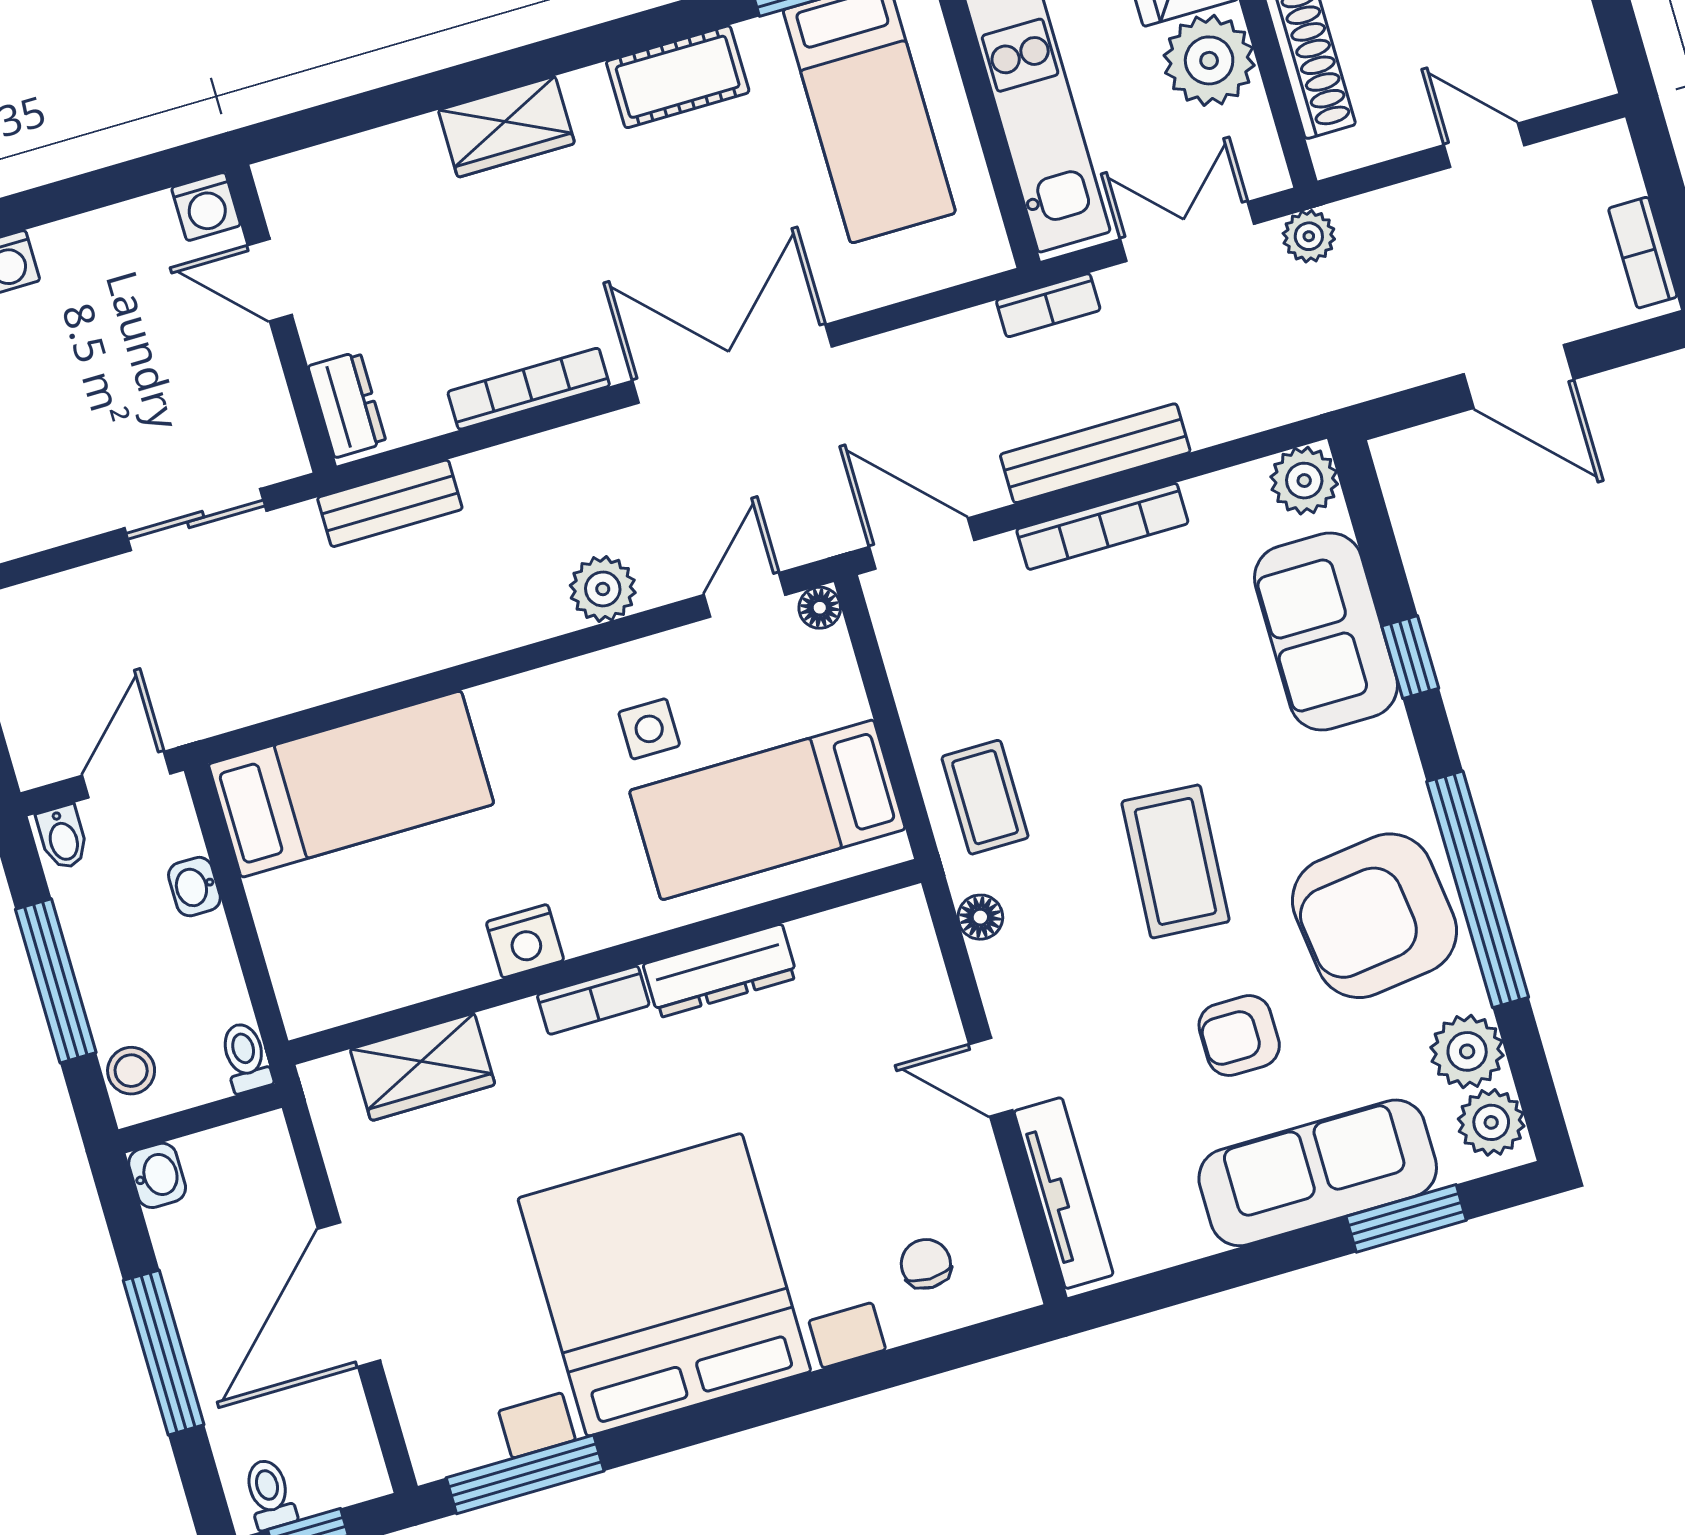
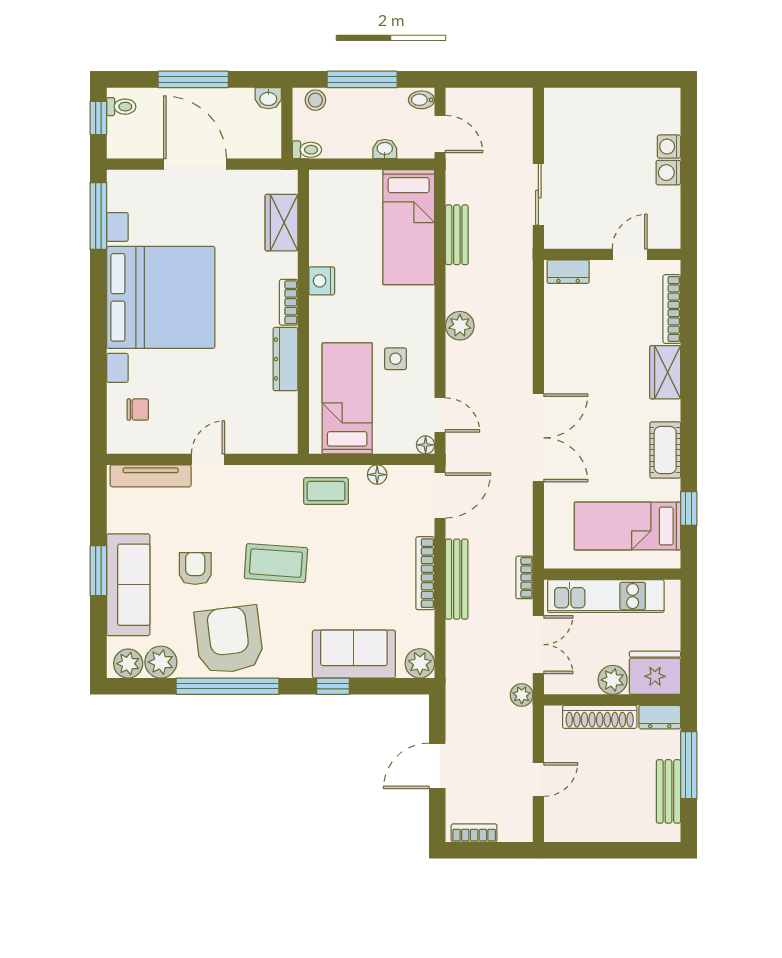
plant: (1209, 60) -> (613, 680), width x0.73, depth x0.73
washing machine: (206, 206) -> (668, 173), moved
bookcase: (529, 389) -> (672, 309), moved, turned 180
bench: (390, 503) -> (457, 235), moved
plant: (603, 589) -> (460, 326), moved
floor lamp: (980, 917) -> (377, 475), moved
window: (1406, 1218) -> (98, 571), moved

